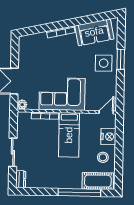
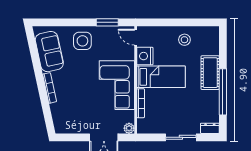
window: (121, 59) -> (107, 22), moved
nightstand: (108, 137) -> (145, 56), moved, turned -90
cot: (98, 181) -> (210, 73), moved
window: (79, 192) -> (223, 92), moved

